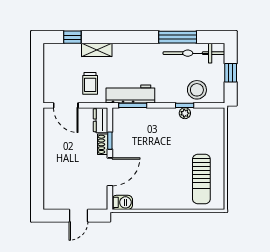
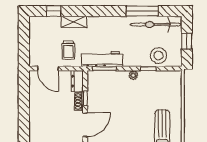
plant: (185, 113) -> (133, 75), moved

